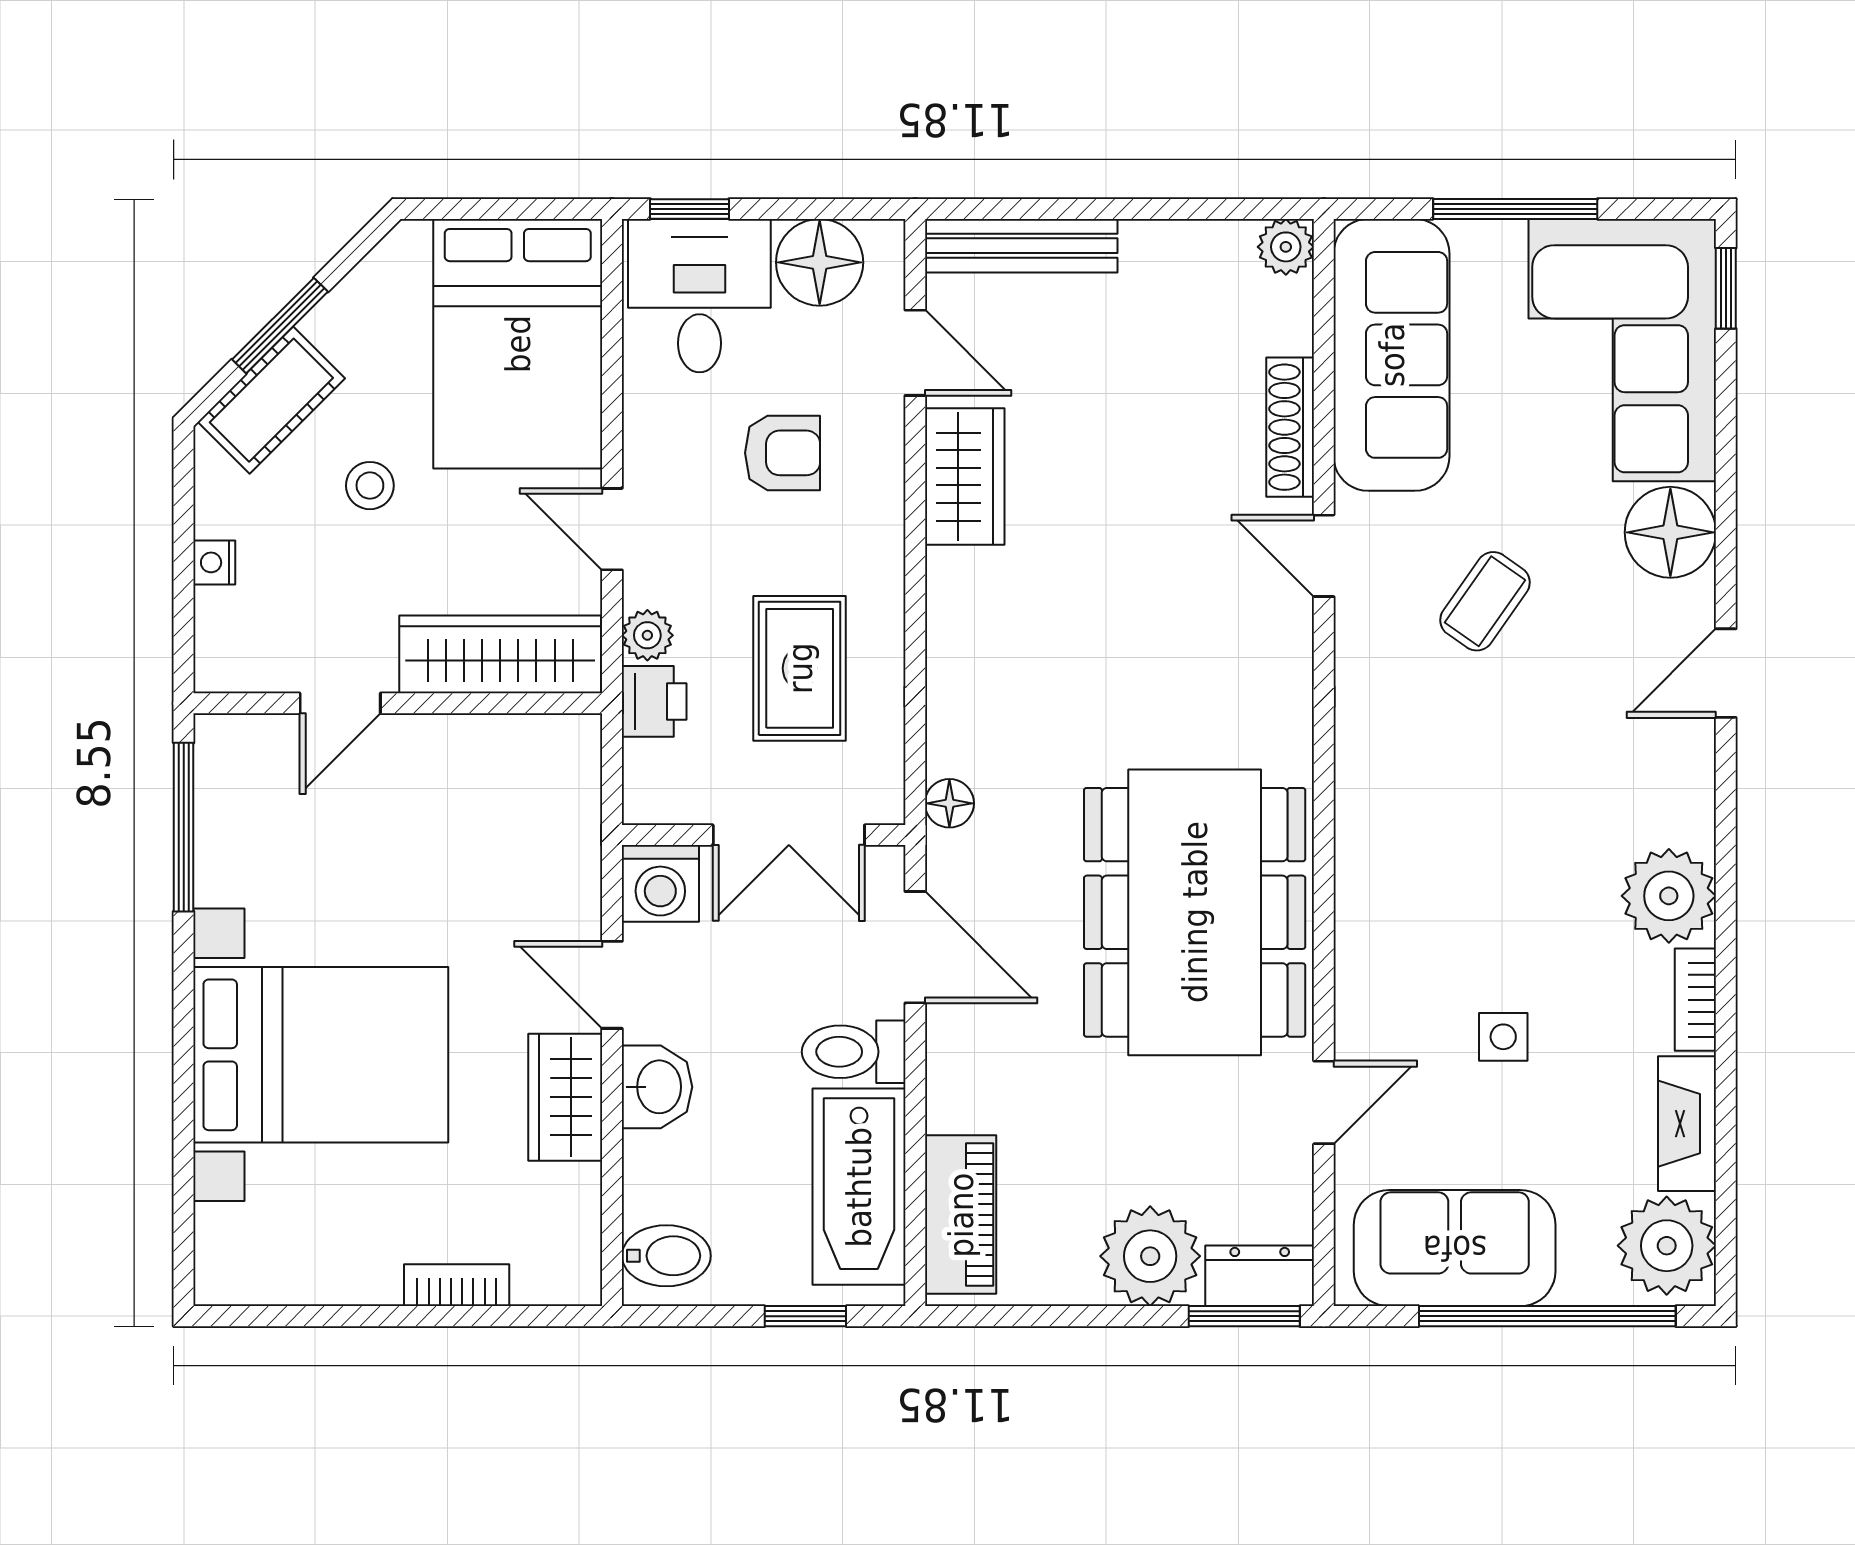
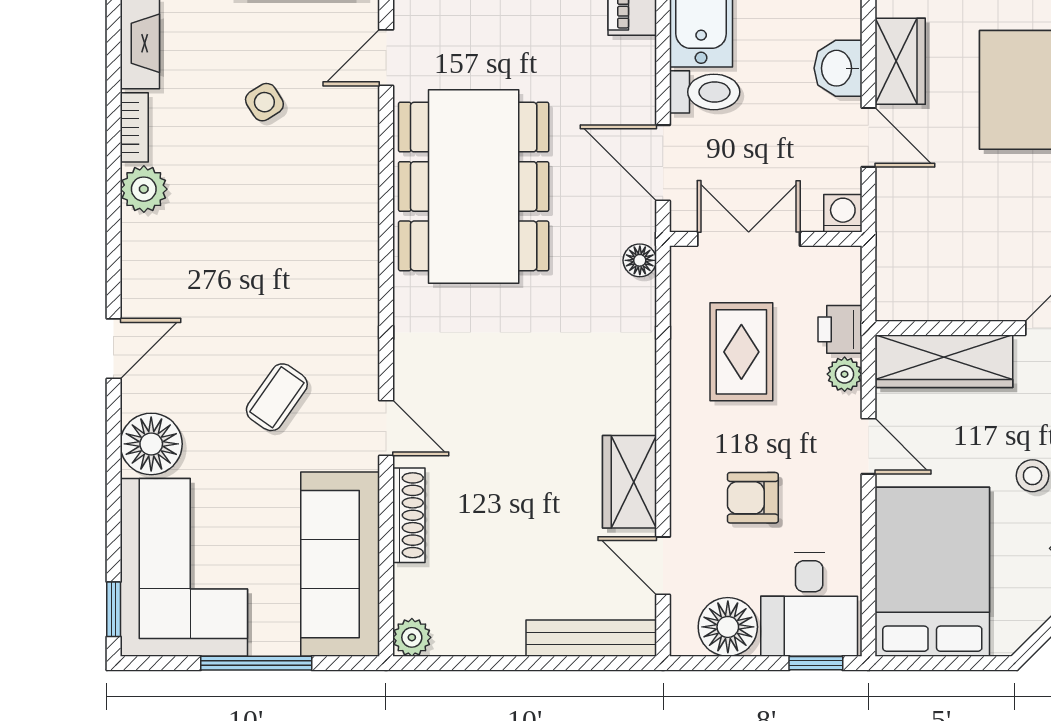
washing machine: (660, 883) -> (843, 213), width x0.73, depth x0.73
plant: (1669, 896) -> (144, 189), width x0.73, depth x0.73
side table: (1503, 1037) -> (264, 102), turned -32

